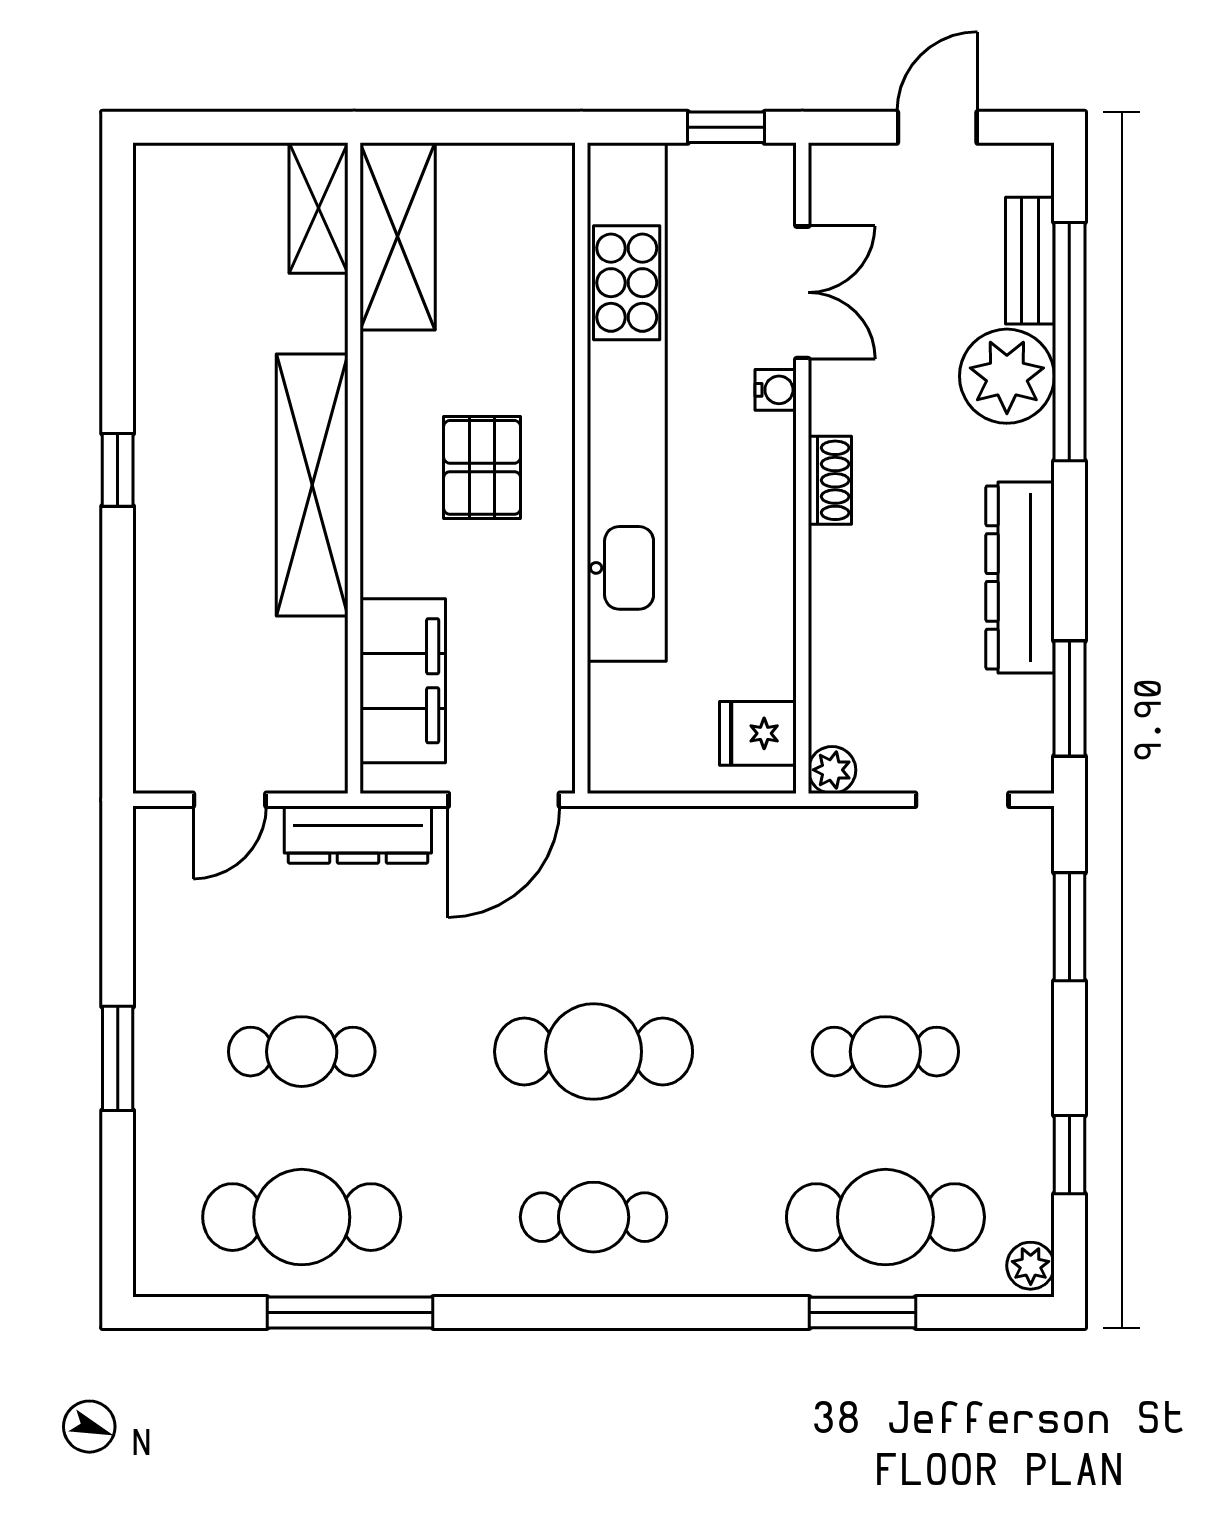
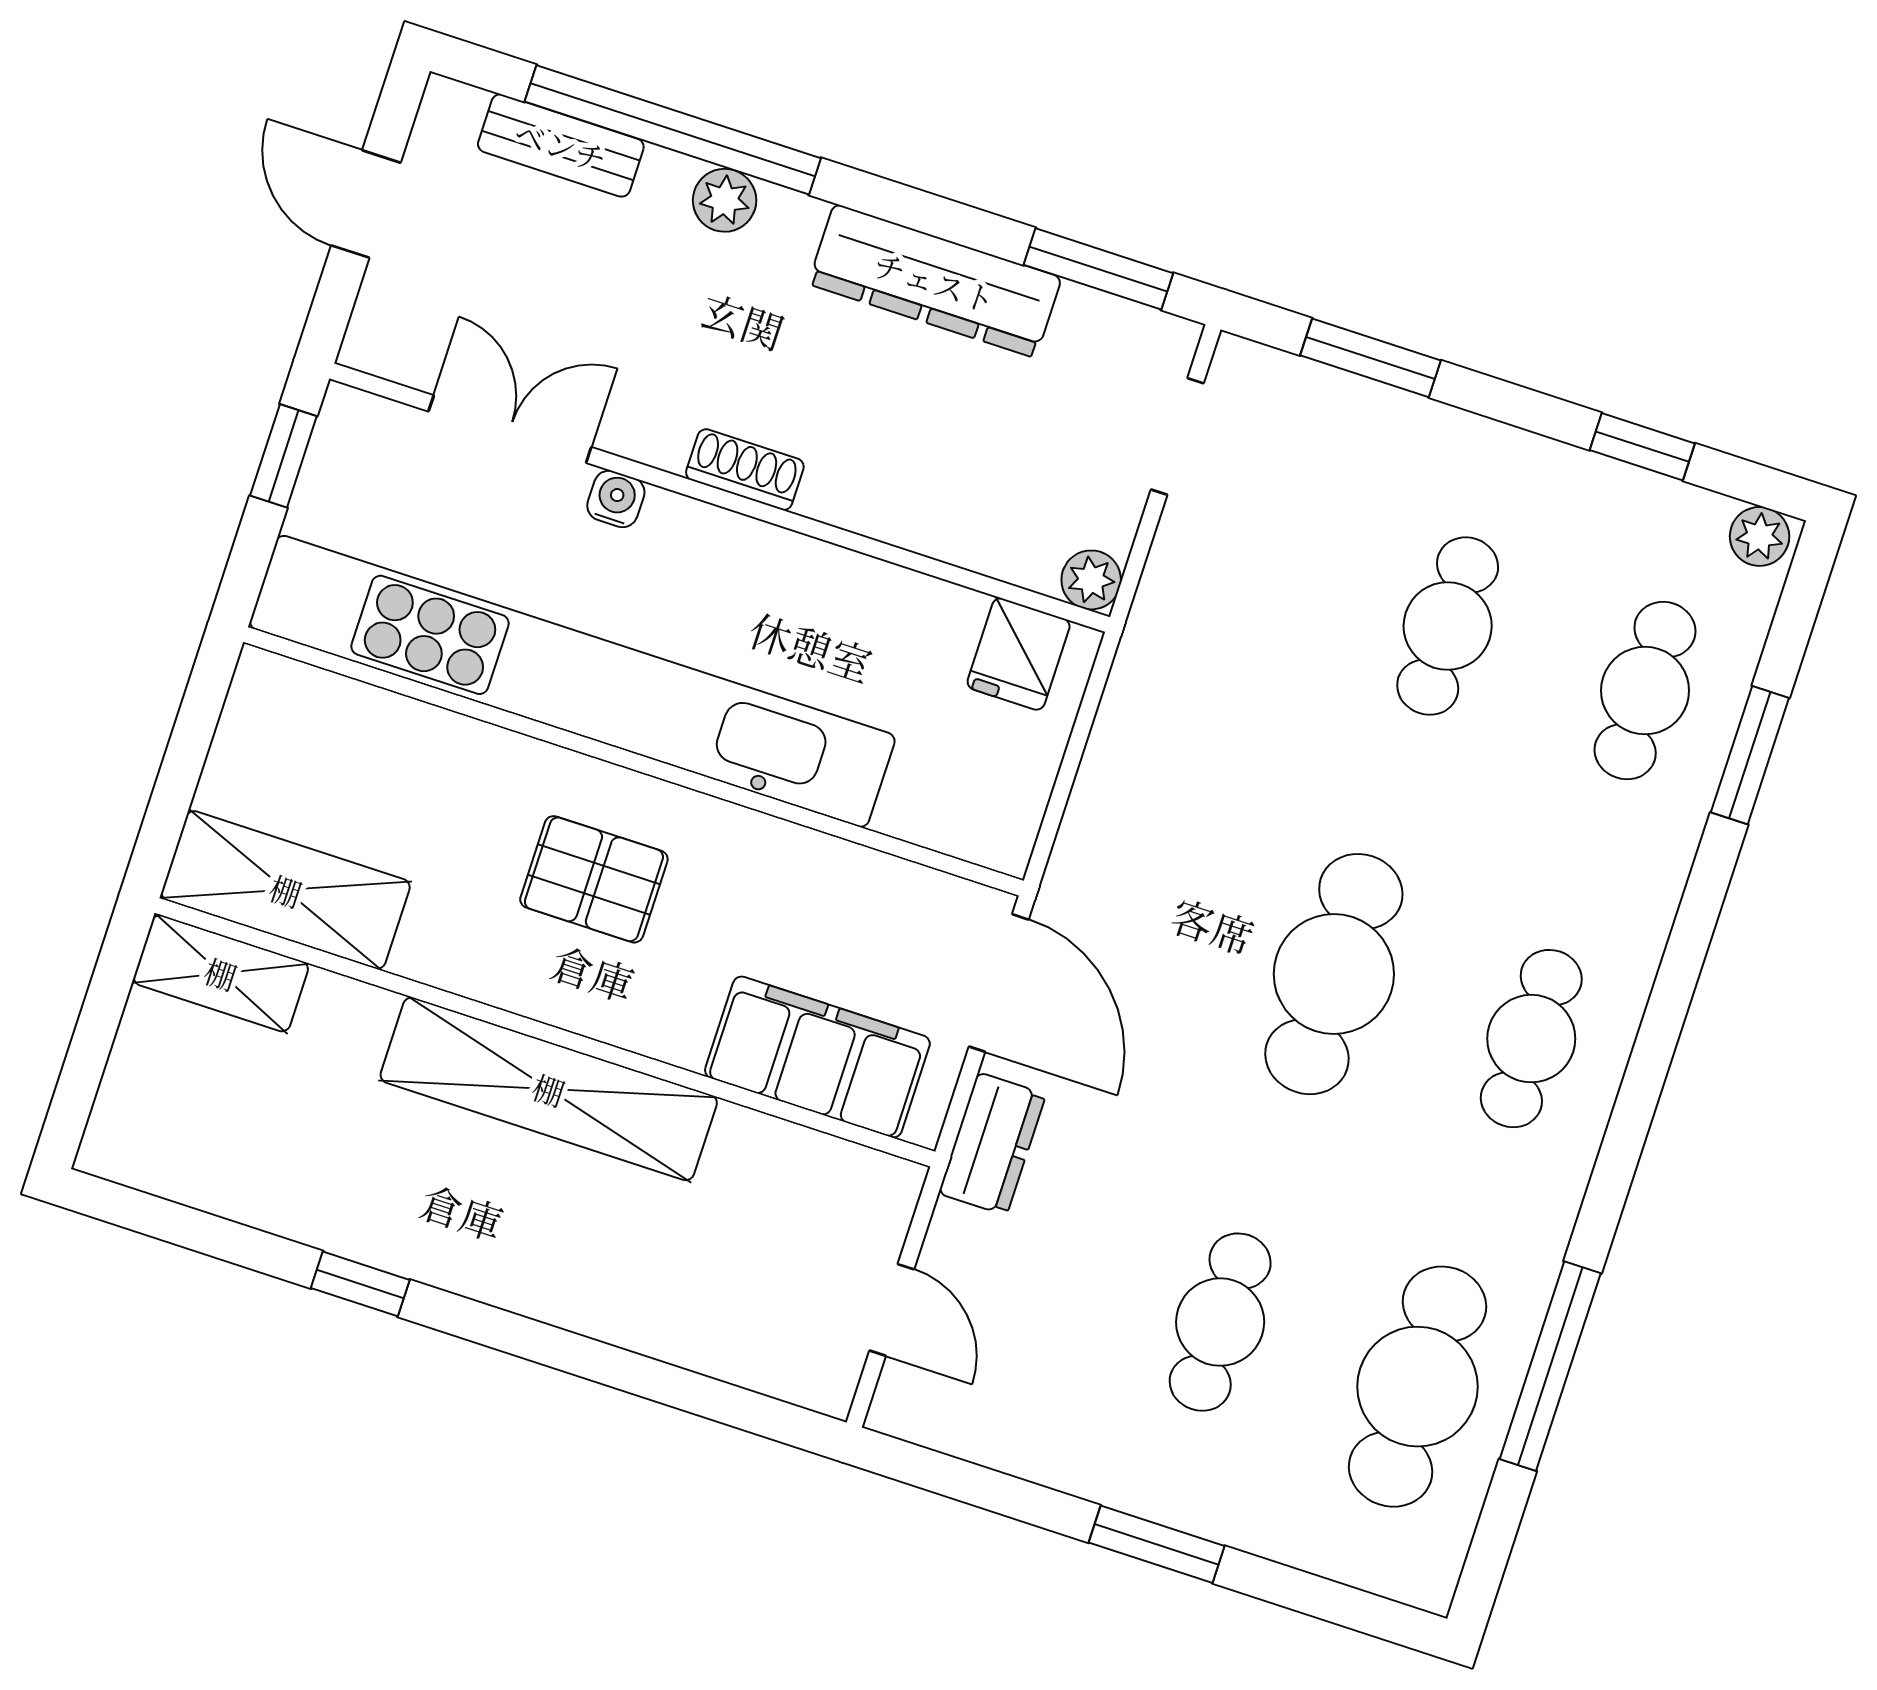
plant: (1007, 376) -> (725, 200), width x0.53, depth x0.53
window: (118, 470) -> (360, 1284), moved
dresser: (358, 835) -> (992, 1144), width x0.70
cafe table: (885, 1217) -> (1645, 691), width x0.73, depth x0.74

